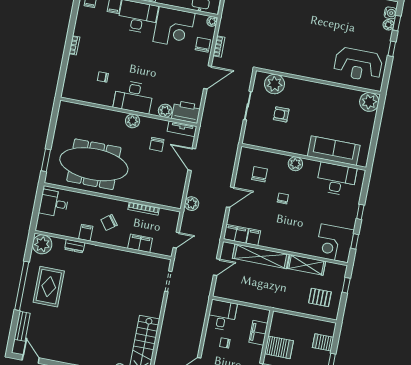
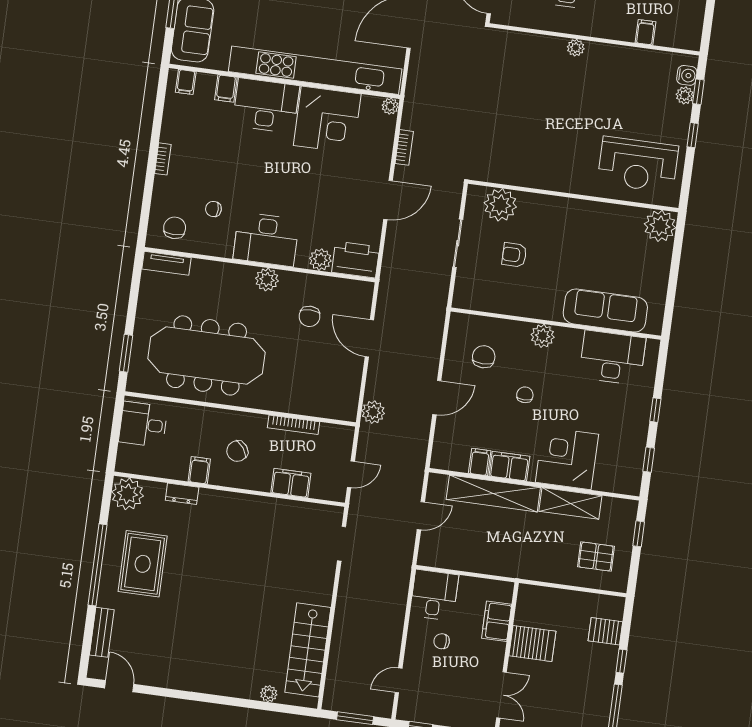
chair: (203, 45) -> (175, 228), moved
tv unit: (182, 129) -> (167, 263), moved
filing cabinet: (236, 234) -> (509, 466), moved
corner desk: (335, 243) -> (567, 458), moved, turned 90

